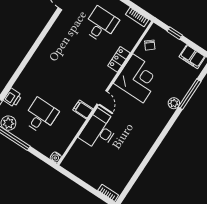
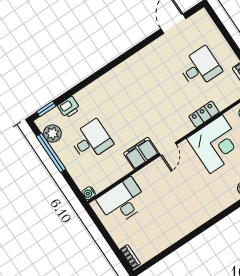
filing cabinet: (83, 110) -> (141, 153), width x2.00
desk: (99, 130) -> (122, 201), moved

